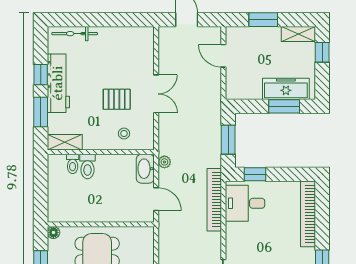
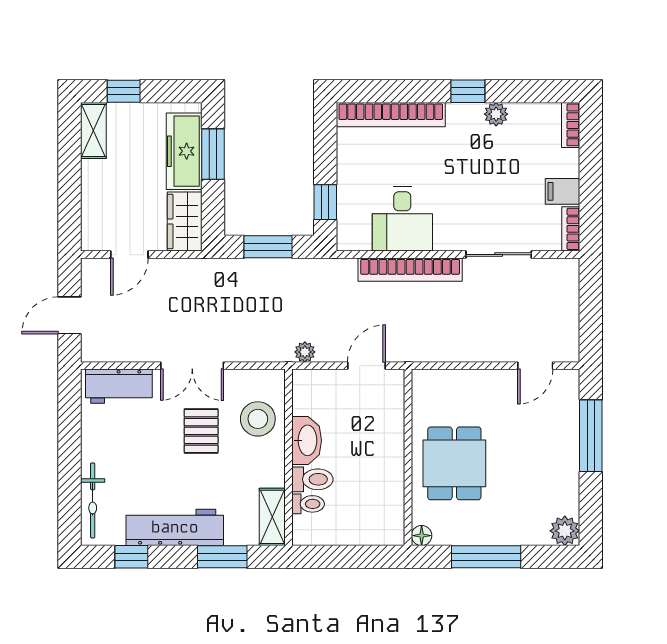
window: (263, 20) -> (70, 189), removed
workbench: (144, 50) -> (119, 386), added
window: (41, 75) -> (131, 557), moved
wardrobe: (243, 89) -> (185, 221), added
double door: (156, 94) -> (192, 366), swing flipped
stool: (124, 134) -> (258, 419), width x1.89, depth x1.89
washbasin: (145, 169) -> (307, 440), moved, turned -90
bookcase: (214, 200) -> (410, 270), moved
desk: (245, 203) -> (402, 219), moved

